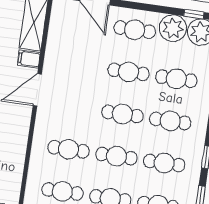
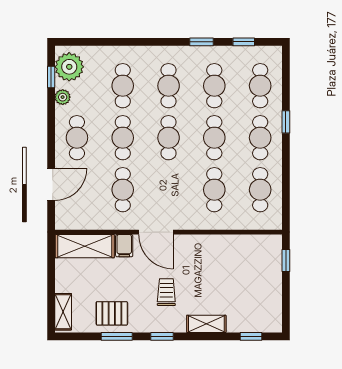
plant: (173, 28) -> (63, 97), width x0.53, depth x0.53
cafe table: (81, 65) -> (123, 190), added

